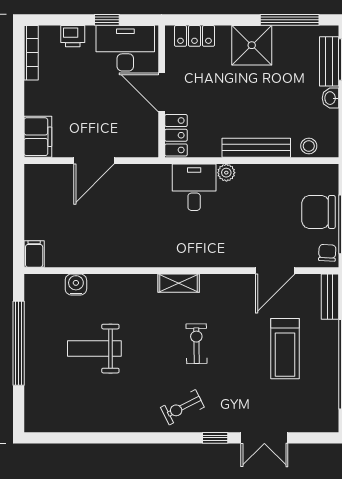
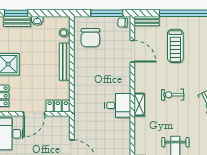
plant: (226, 173) -> (78, 78), removed
desk: (194, 187) -> (118, 105), moved, turned 180
chair: (318, 212) -> (90, 38), moved
treadmill: (285, 349) -> (175, 46), turned 90

